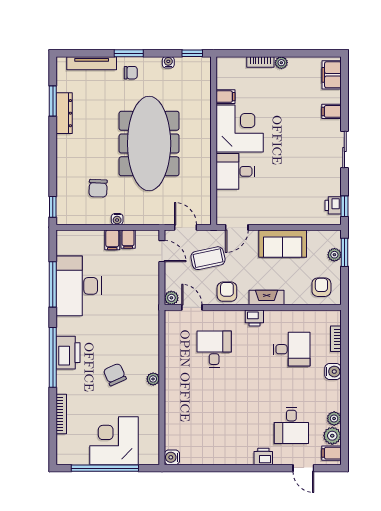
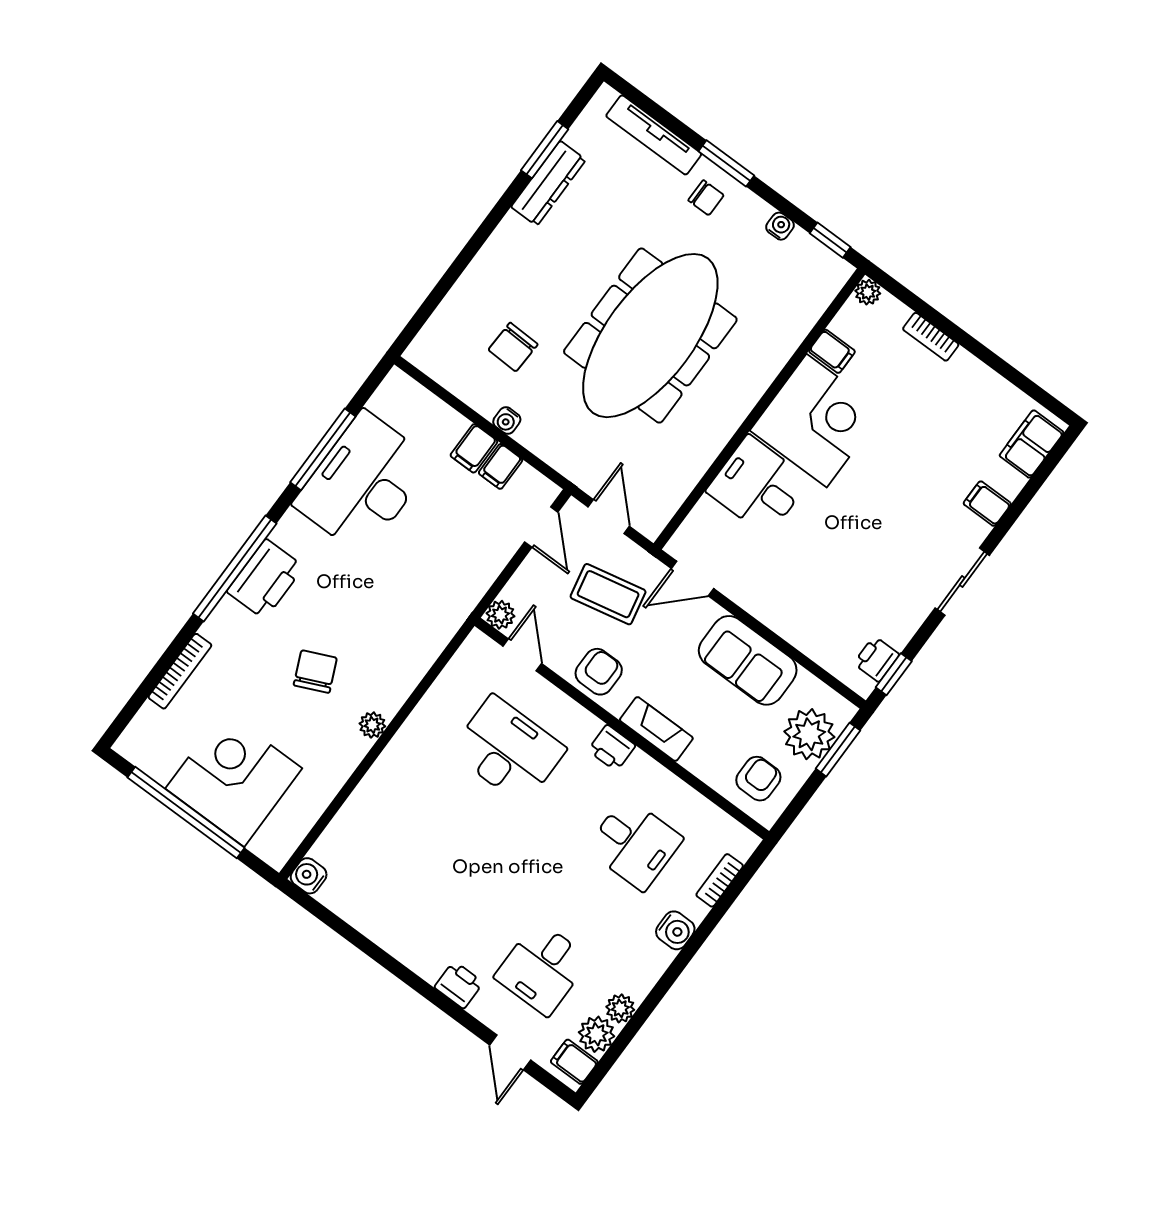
plant: (281, 63) -> (868, 292), moved
window: (53, 207) -> (417, 323), removed
plant: (334, 255) -> (809, 734), width x1.88, depth x1.88
desk: (214, 349) -> (508, 750), width x1.37

